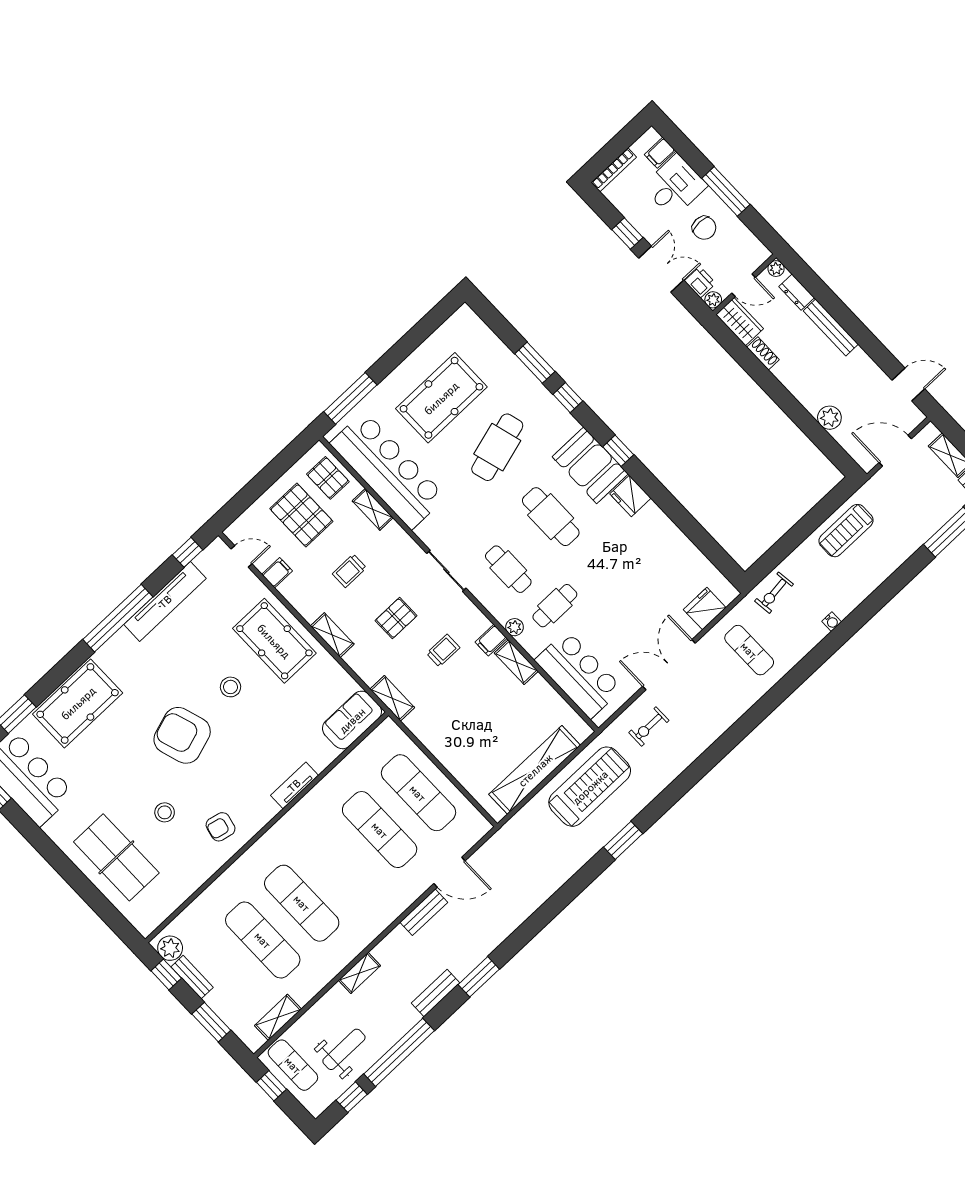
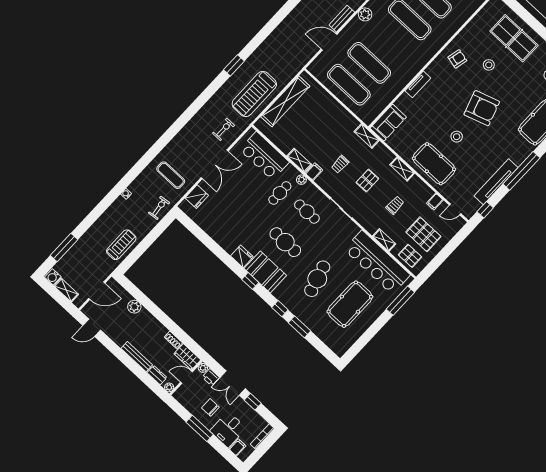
plant: (381, 917) -> (365, 14), added

